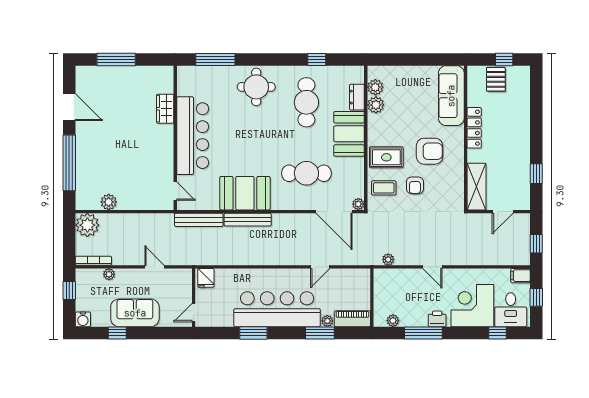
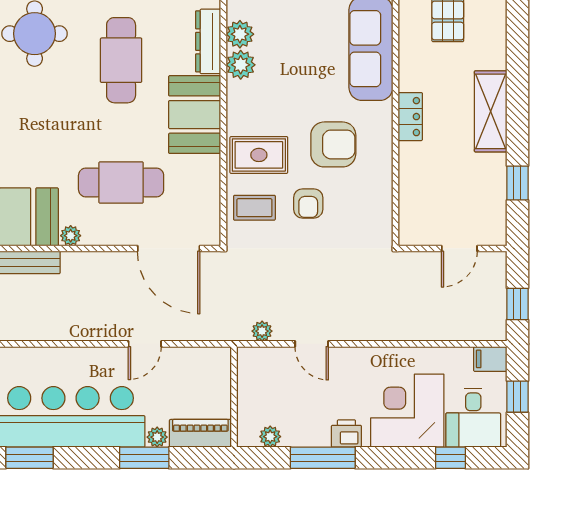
dresser: (357, 97) -> (208, 41), width x1.44
locker: (474, 128) -> (410, 117), width x0.66
shelving: (477, 187) -> (491, 111), moved
plant: (358, 204) -> (71, 236), moved
door: (432, 267) -> (312, 344), moved

